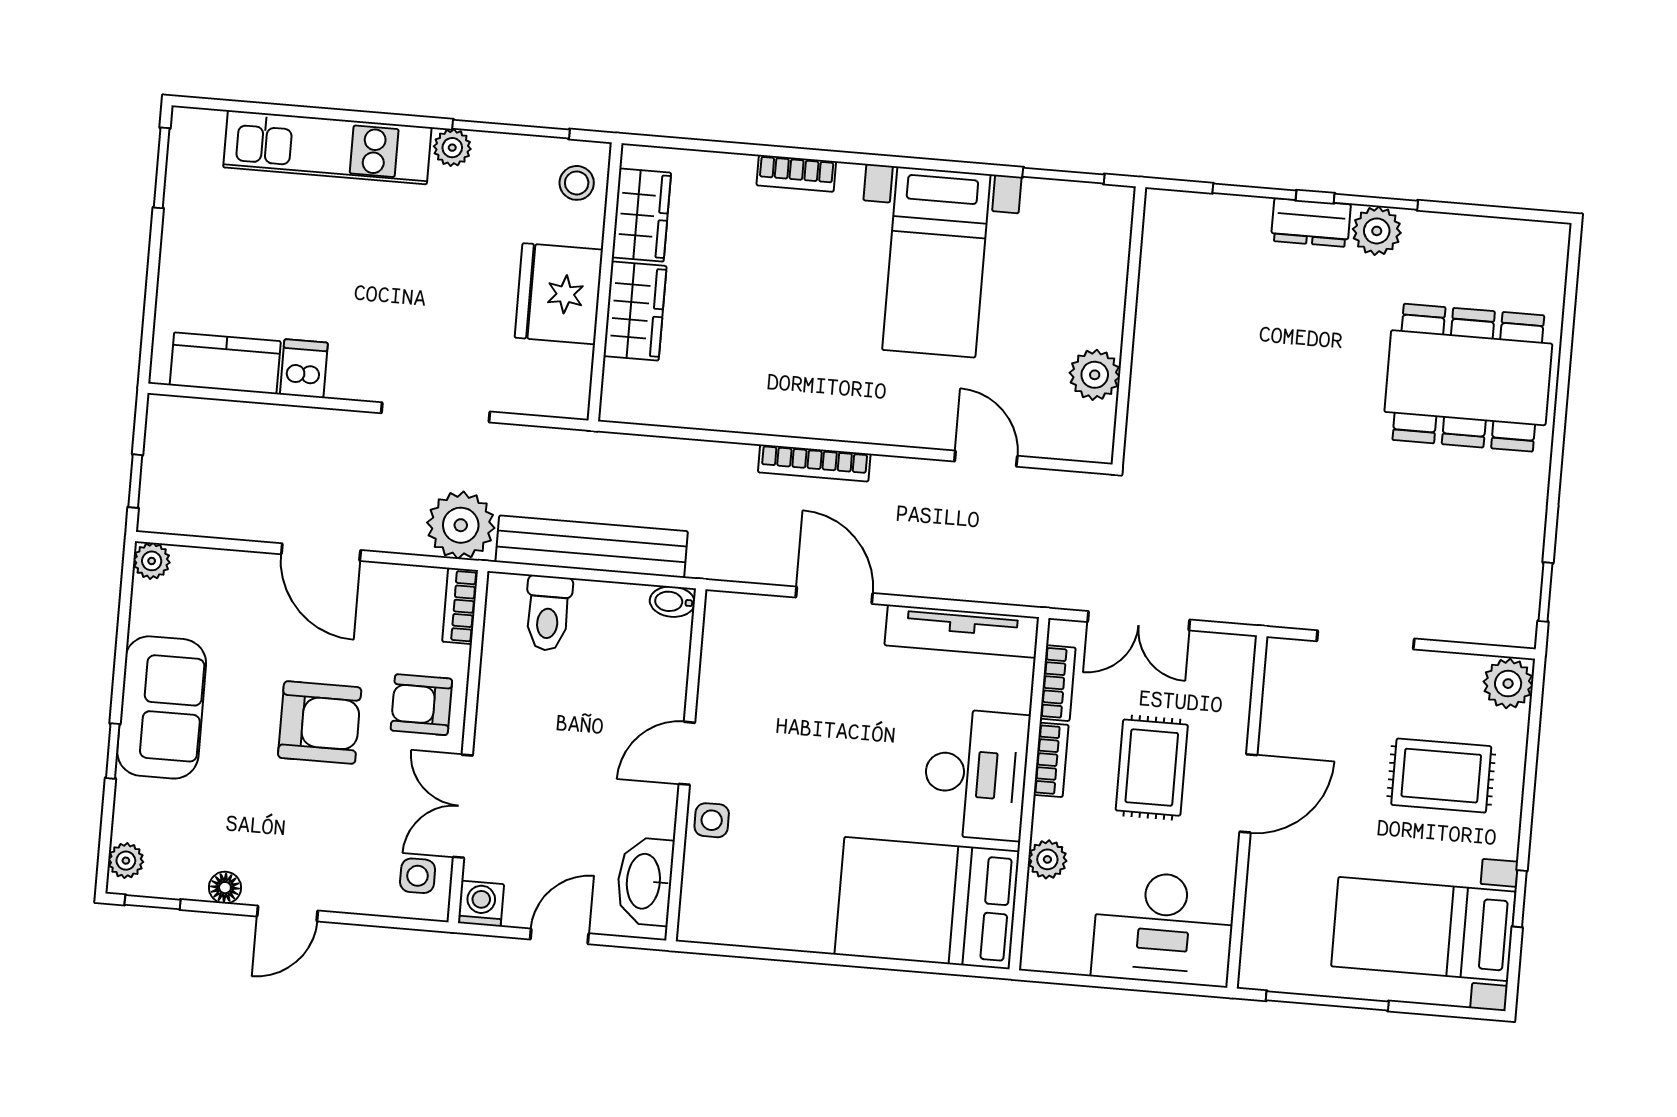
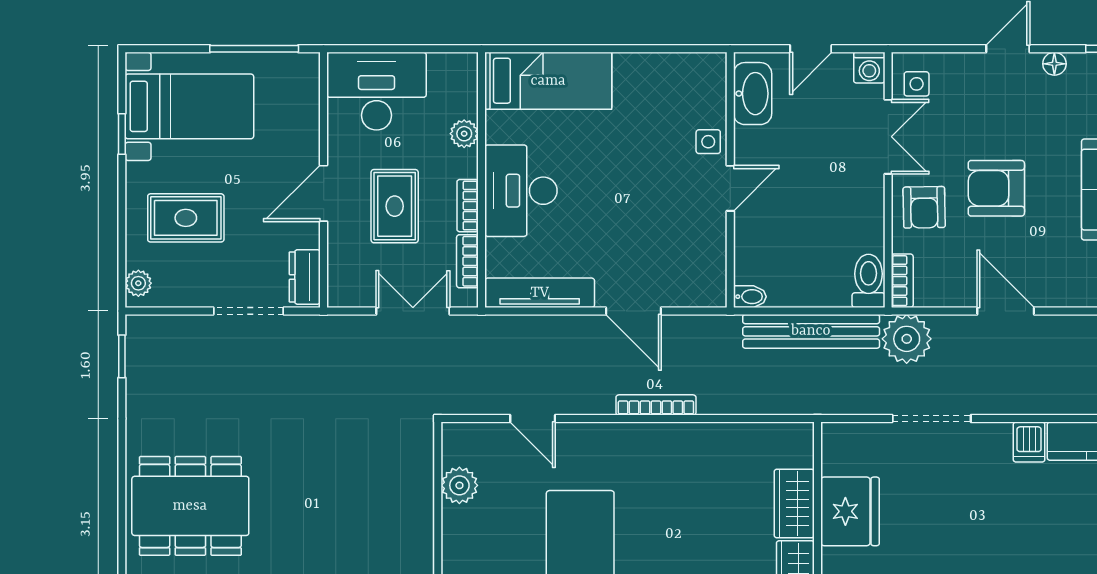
toilet: (548, 613) -> (869, 281), moved
dresser: (1284, 680) -> (305, 277), added
plant: (1508, 684) -> (138, 283), width x0.73, depth x0.73
armchair: (421, 705) -> (924, 207), turned 89
bed: (927, 903) -> (548, 81), width x0.67

